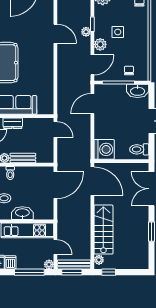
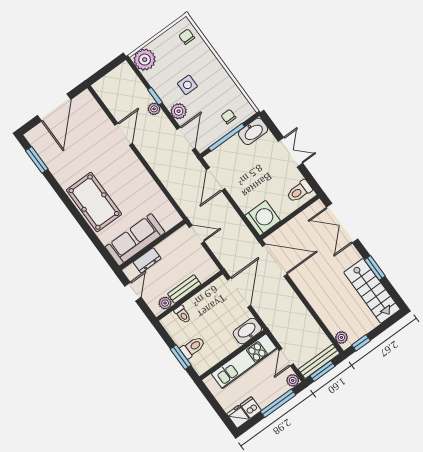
door: (55, 34) -> (124, 134), hinge flipped
washbasin: (22, 213) -> (247, 331), moved
stairs: (103, 230) -> (372, 291), moved, turned 180
door: (55, 247) -> (286, 357), swing flipped

